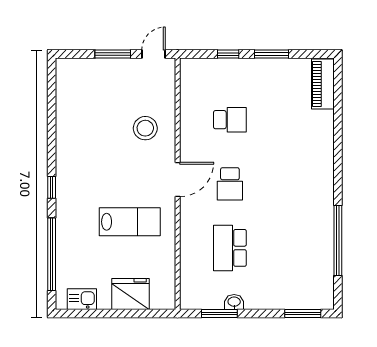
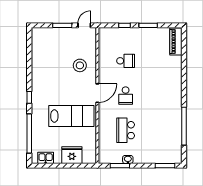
lab bench: (130, 222) -> (71, 116), width x1.36, depth x1.39

